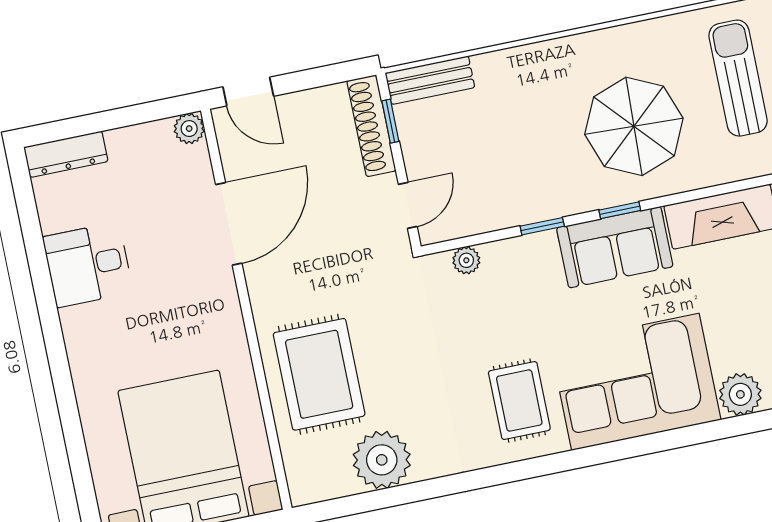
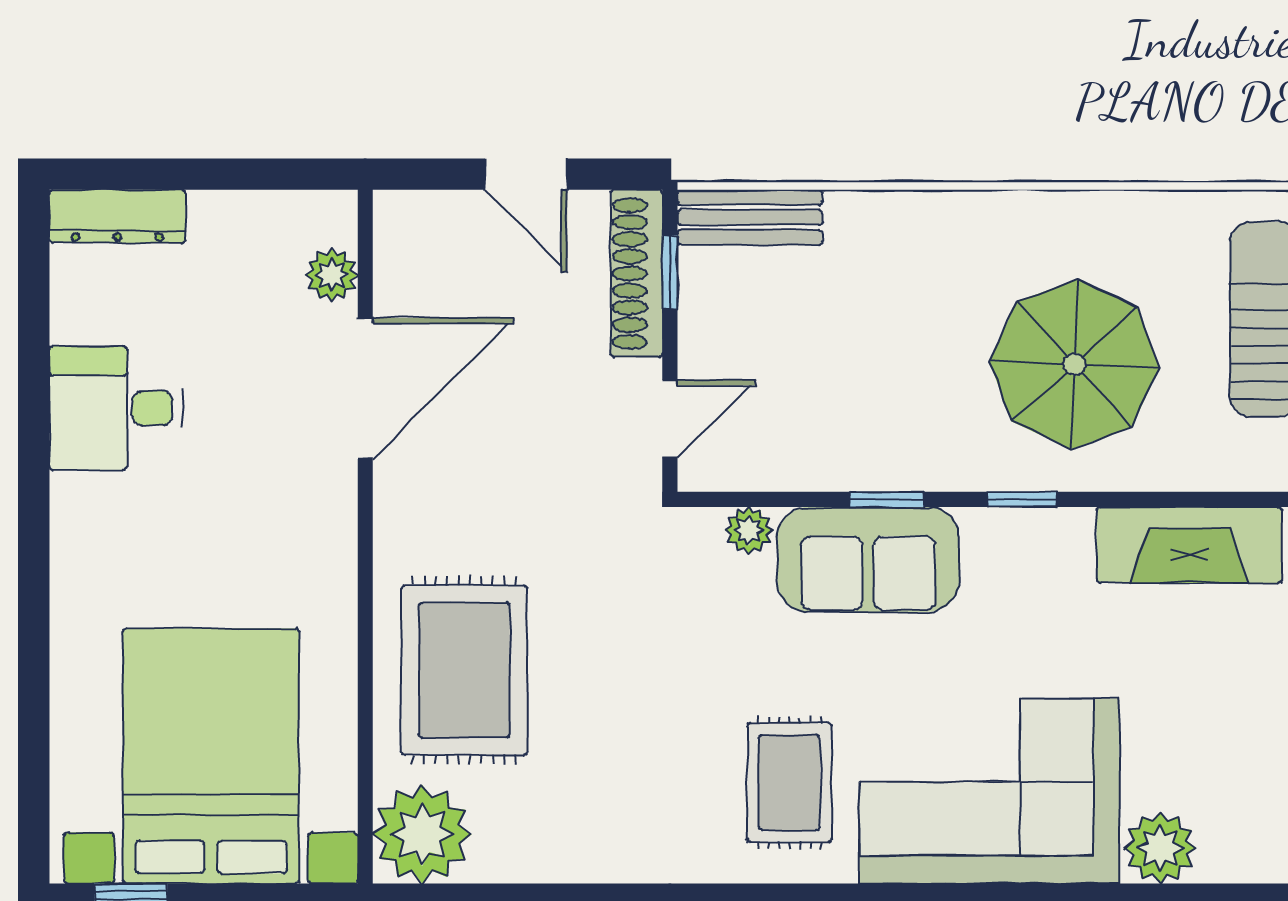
door: (248, 92) -> (526, 174), moved
plant: (189, 129) -> (332, 275), moved
sofa: (615, 247) -> (868, 559), moved
plant: (382, 460) -> (422, 834), moved

